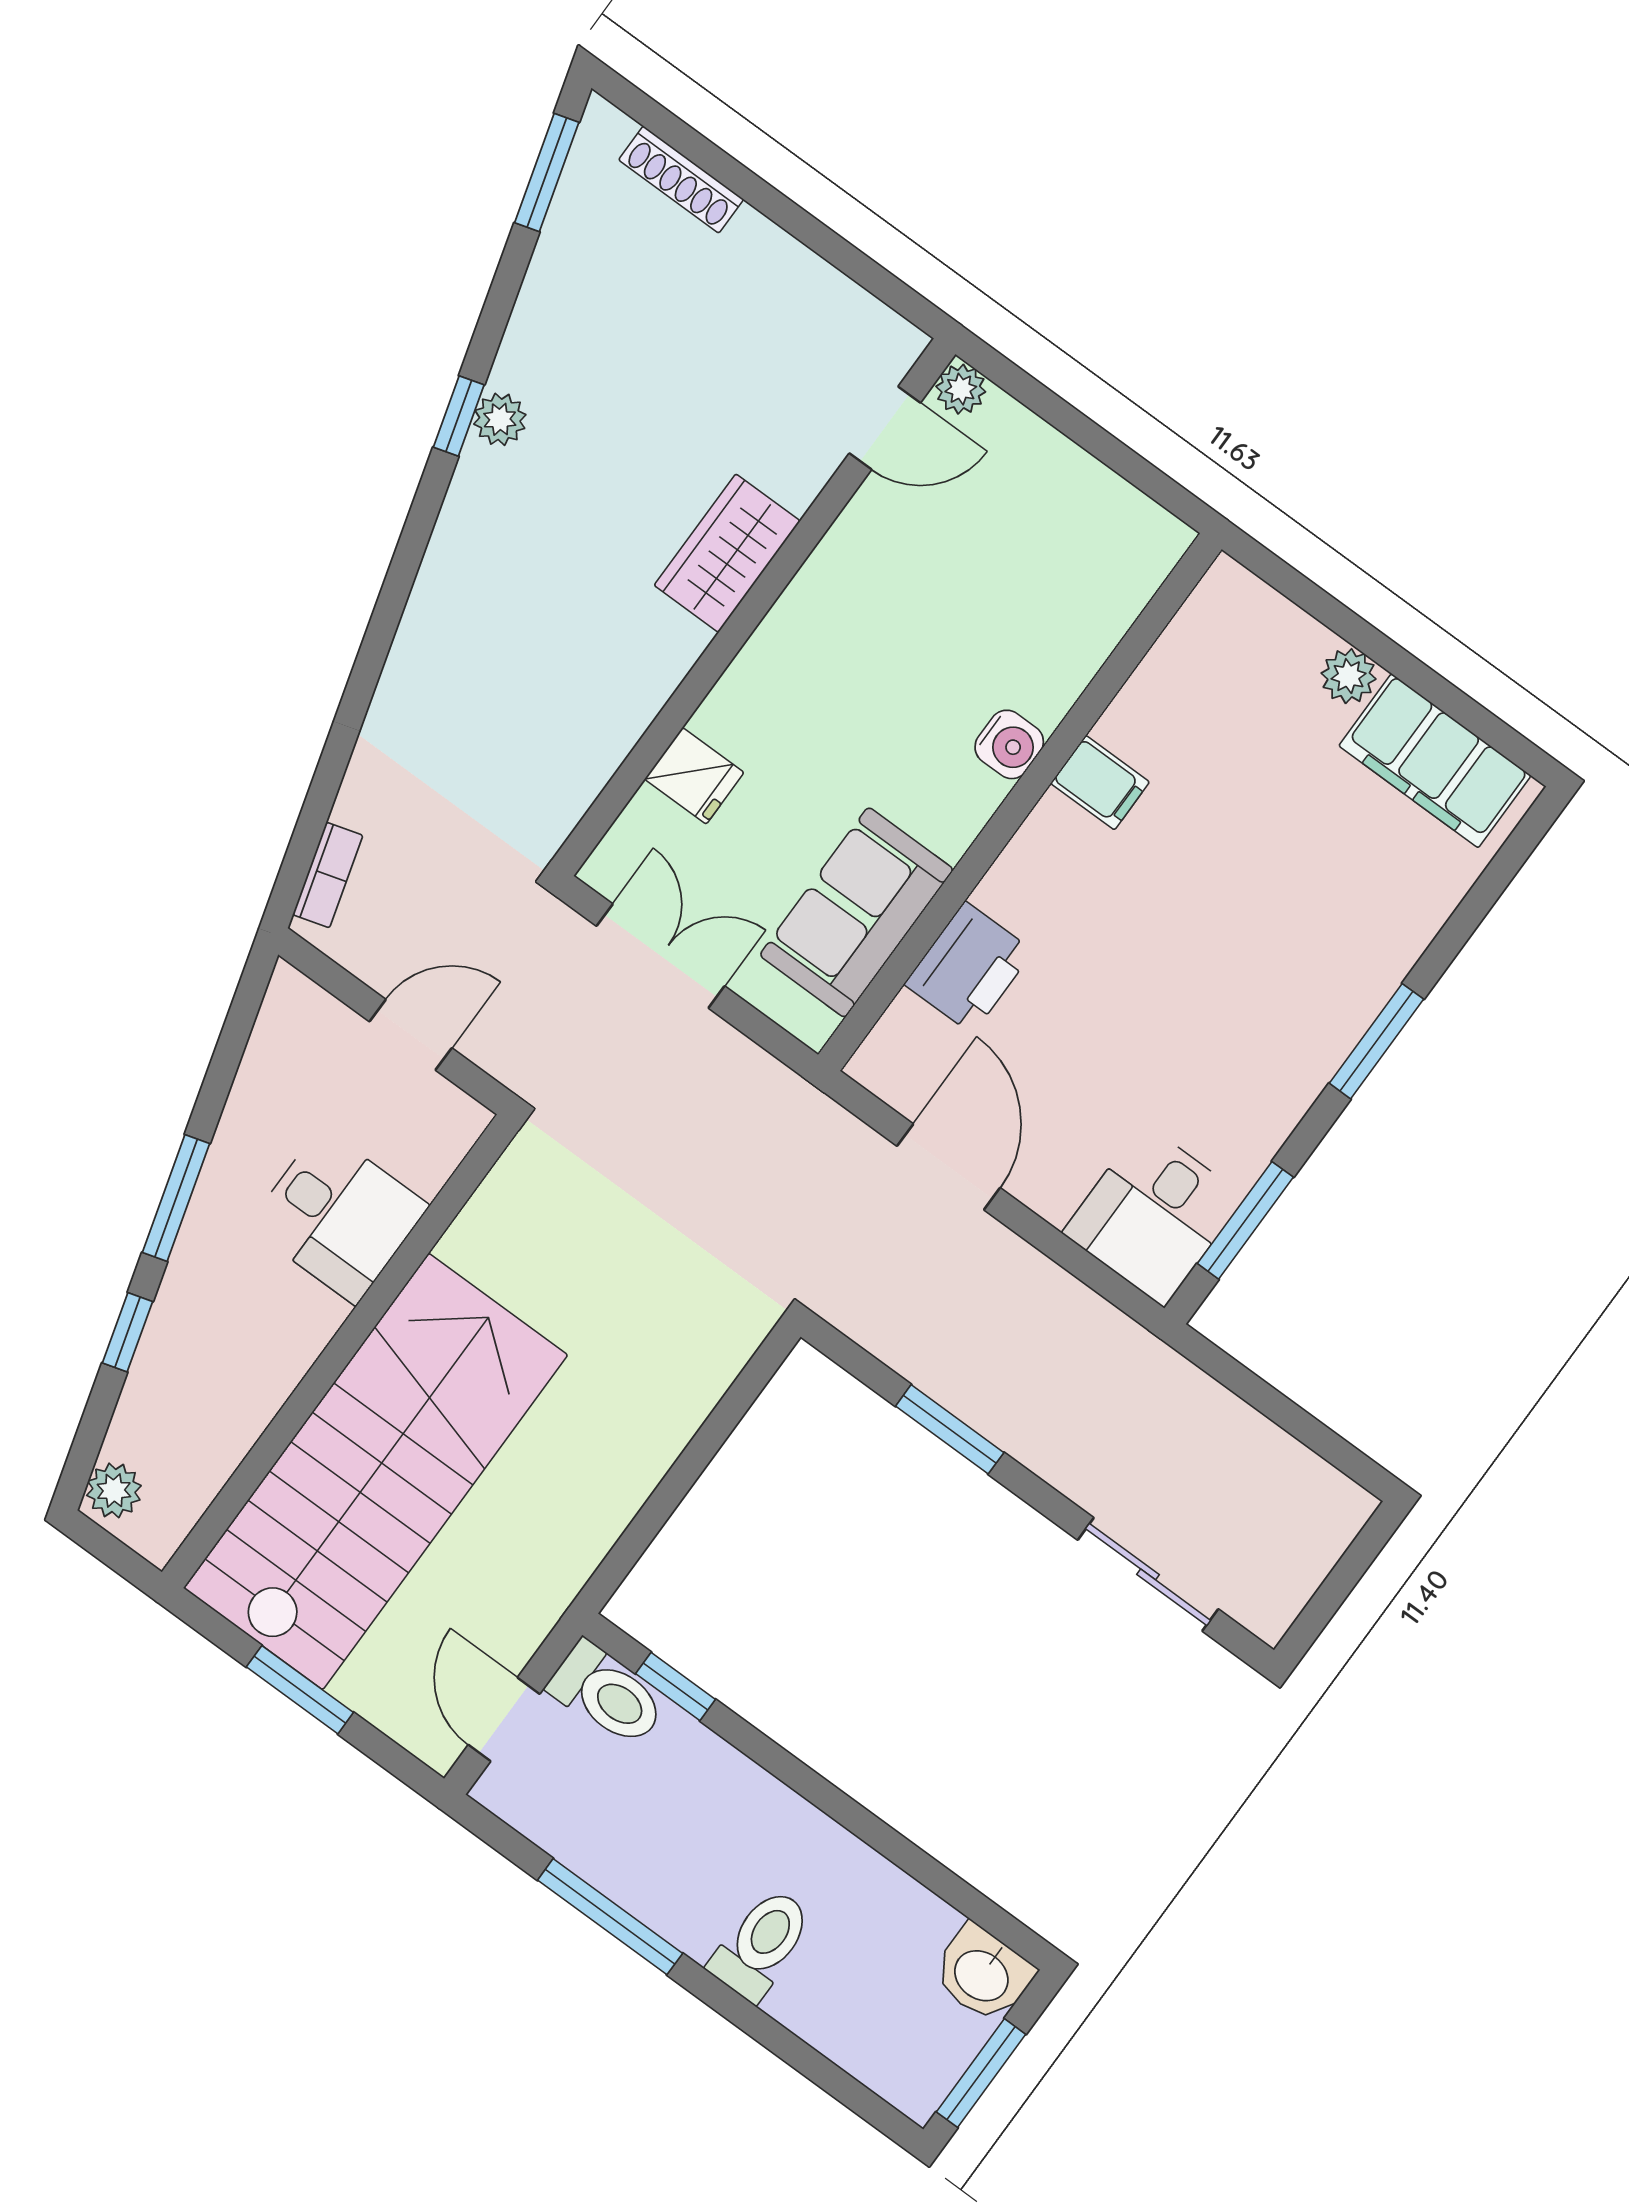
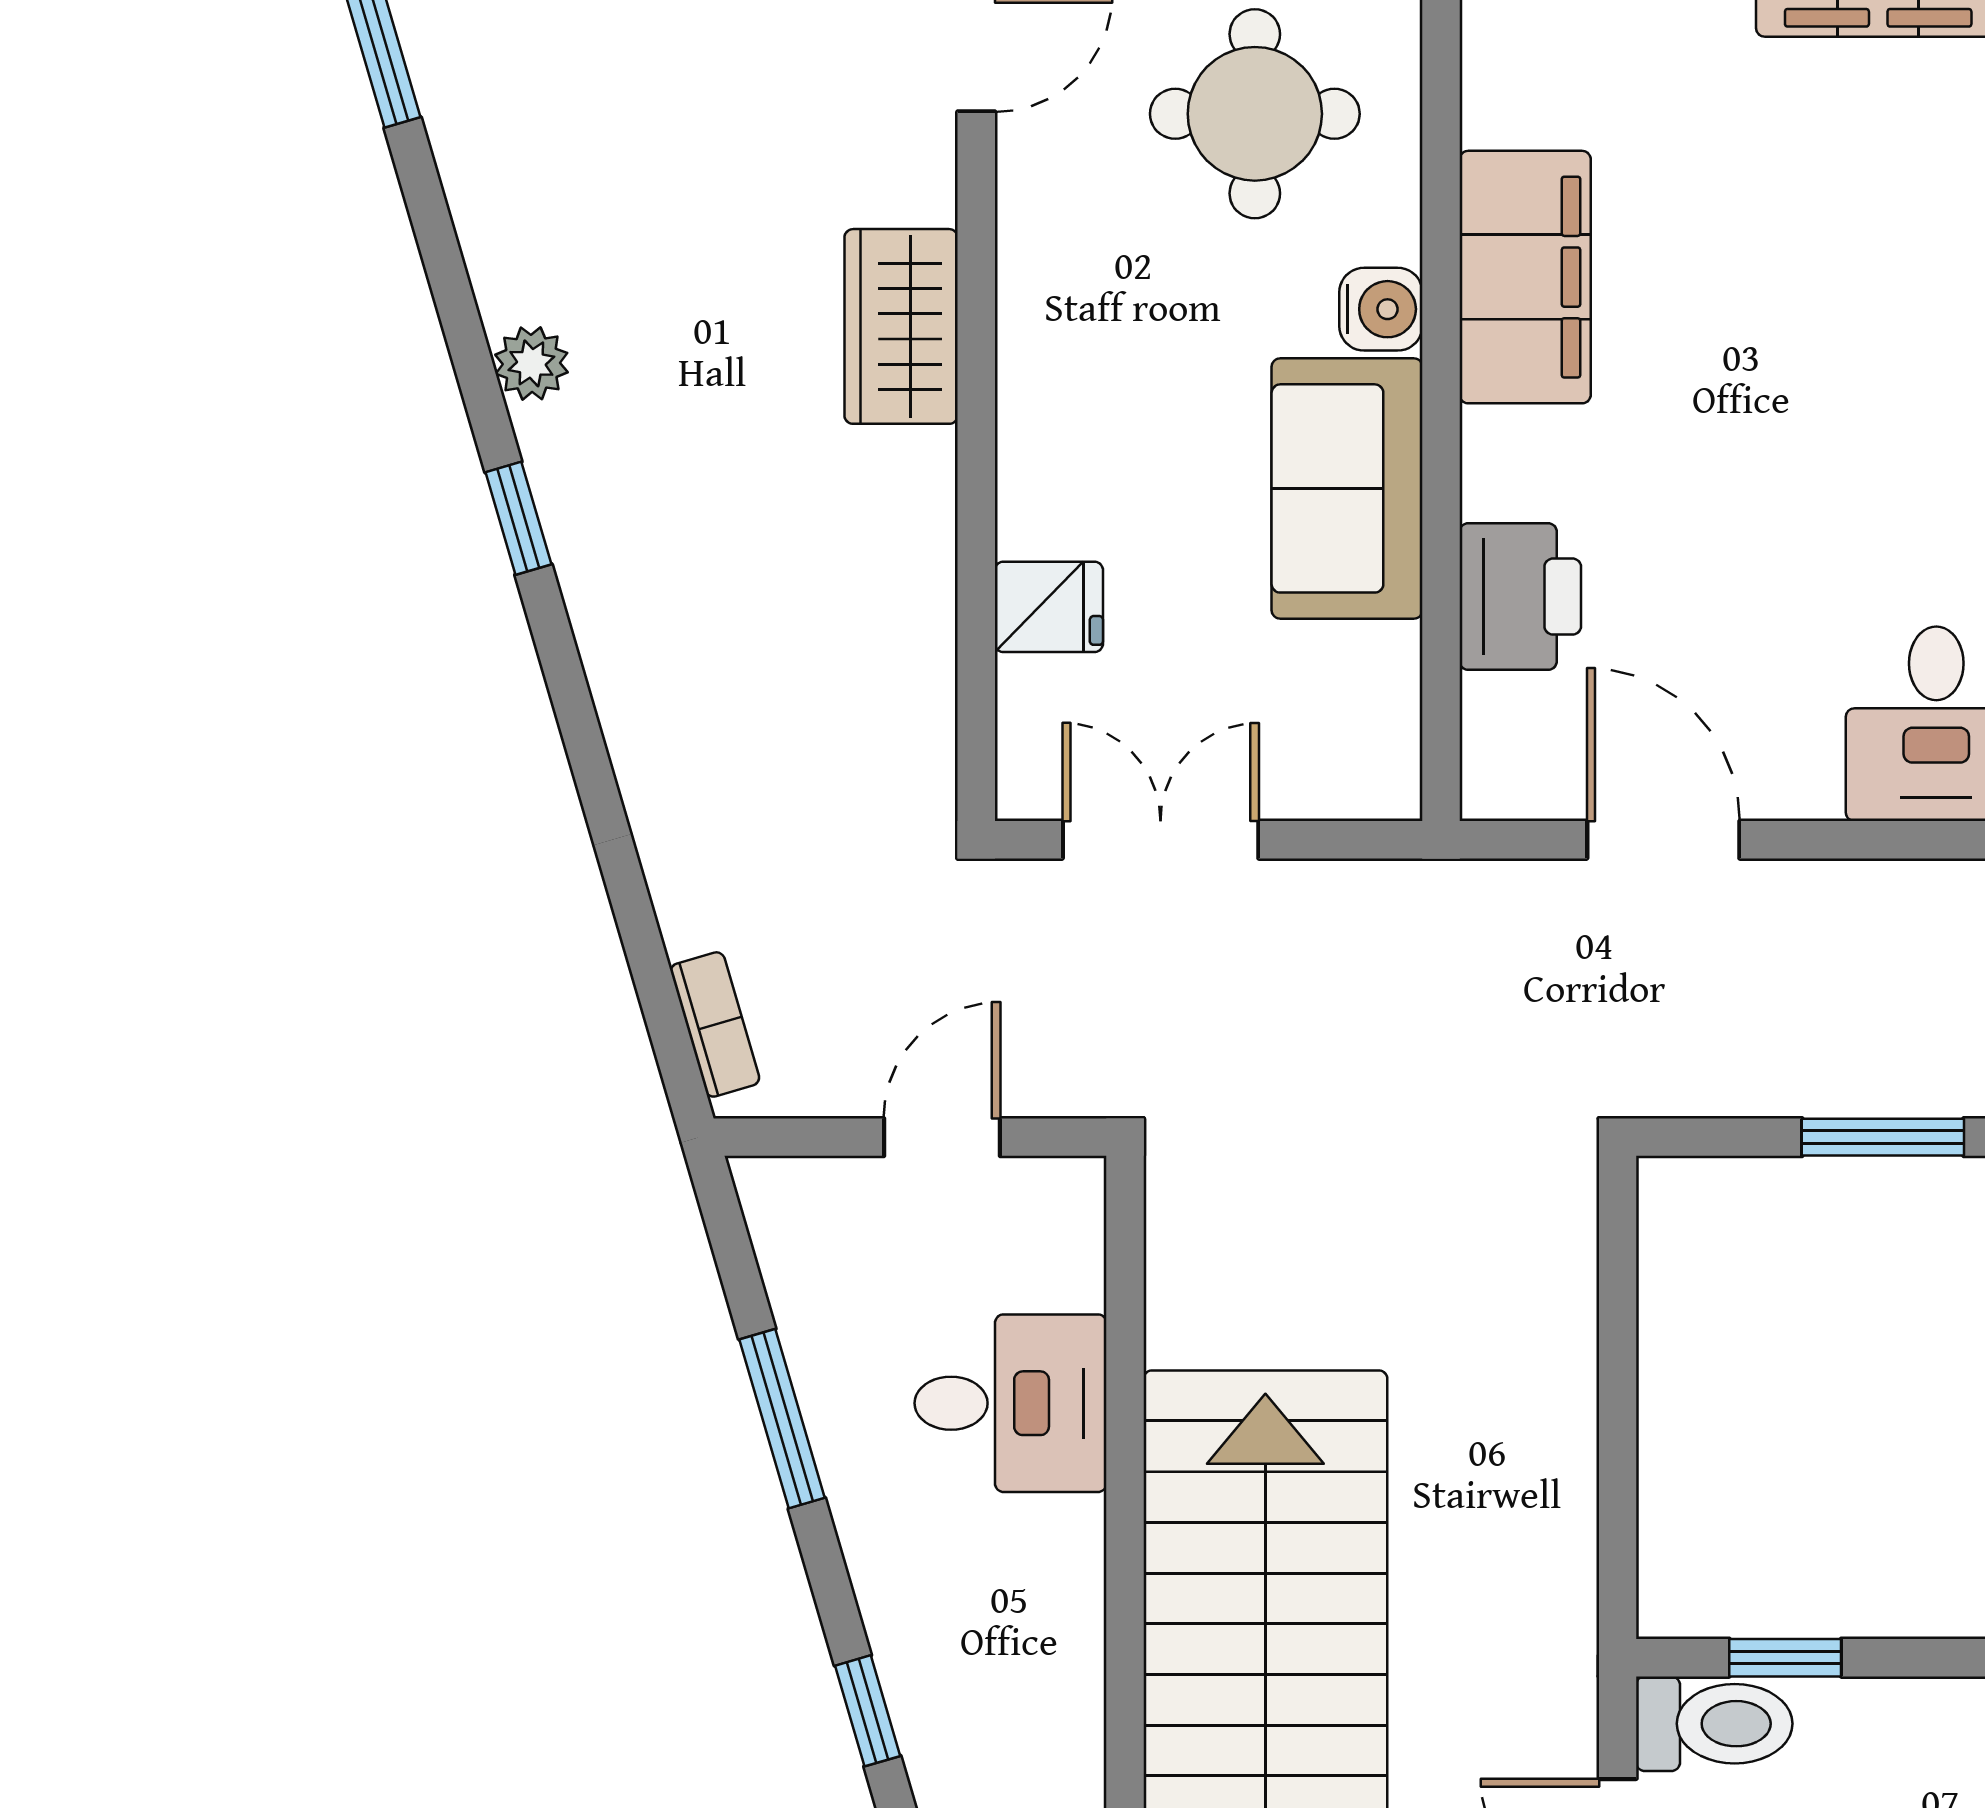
window: (459, 416) -> (518, 518), moved
round table: (1019, 580) -> (1255, 114), added
filing cabinet: (1100, 783) -> (1525, 277), width x3.00, depth x1.17
sofa: (857, 912) -> (1347, 488), moved
window: (176, 1198) -> (782, 1419), moved

